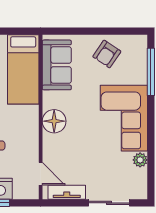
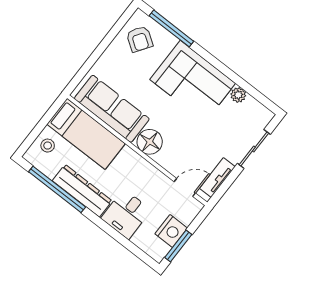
armchair: (107, 54) -> (140, 39), moved
sofa: (57, 65) -> (112, 109), width x1.36

